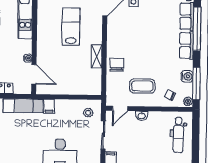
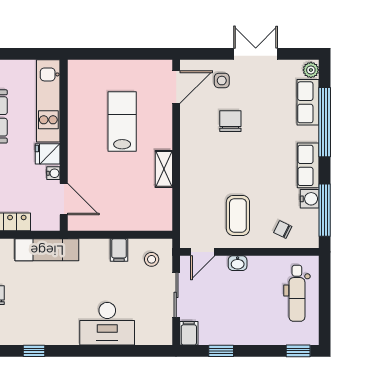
row of seats: (187, 45) -> (308, 165), moved
fridge: (24, 46) -> (48, 154), added
chair: (117, 65) -> (230, 121), moved
coffee table: (142, 86) -> (238, 215), turned 90
plant: (188, 101) -> (312, 239), removed
filing cabinet: (49, 106) -> (119, 250), moved

